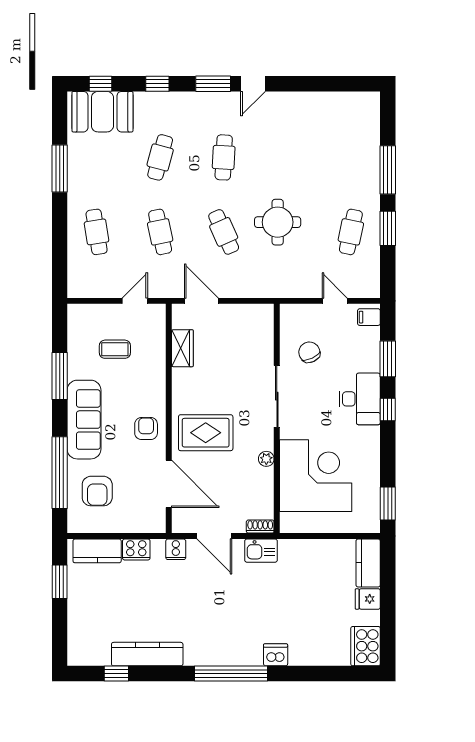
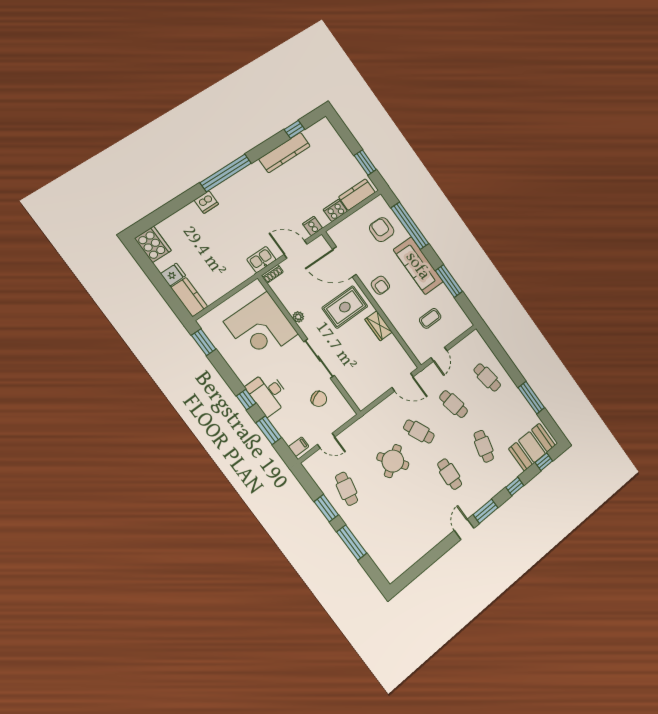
round table: (278, 222) -> (393, 461), turned -34
wardrobe: (182, 348) -> (378, 326), moved

